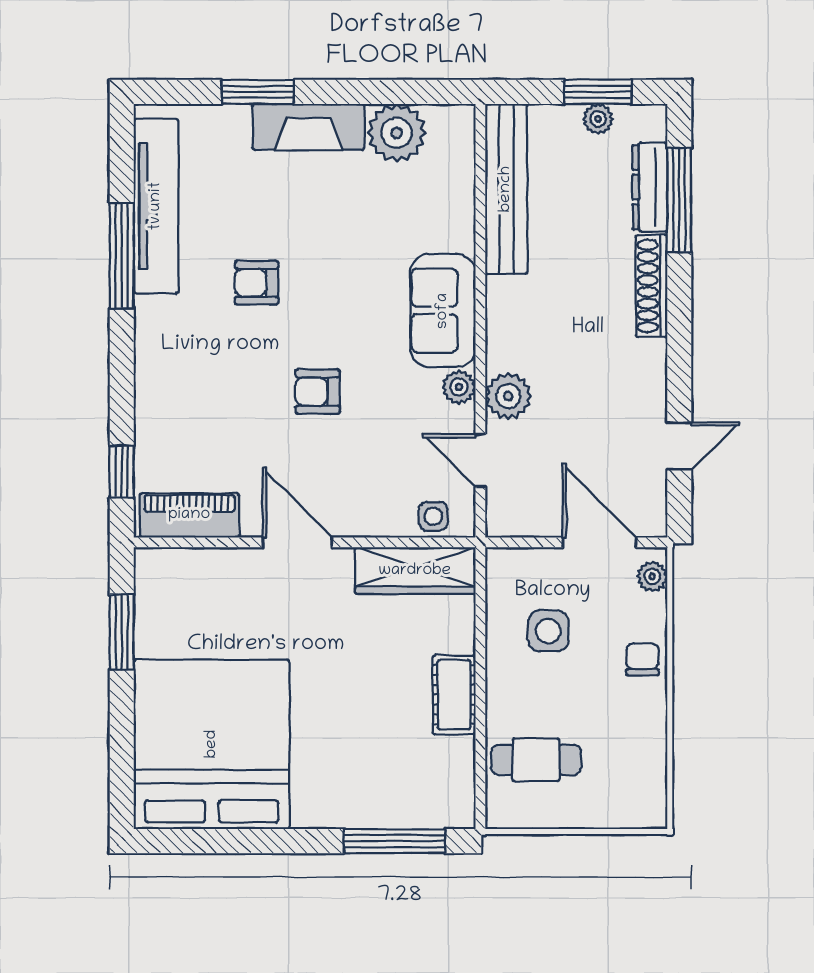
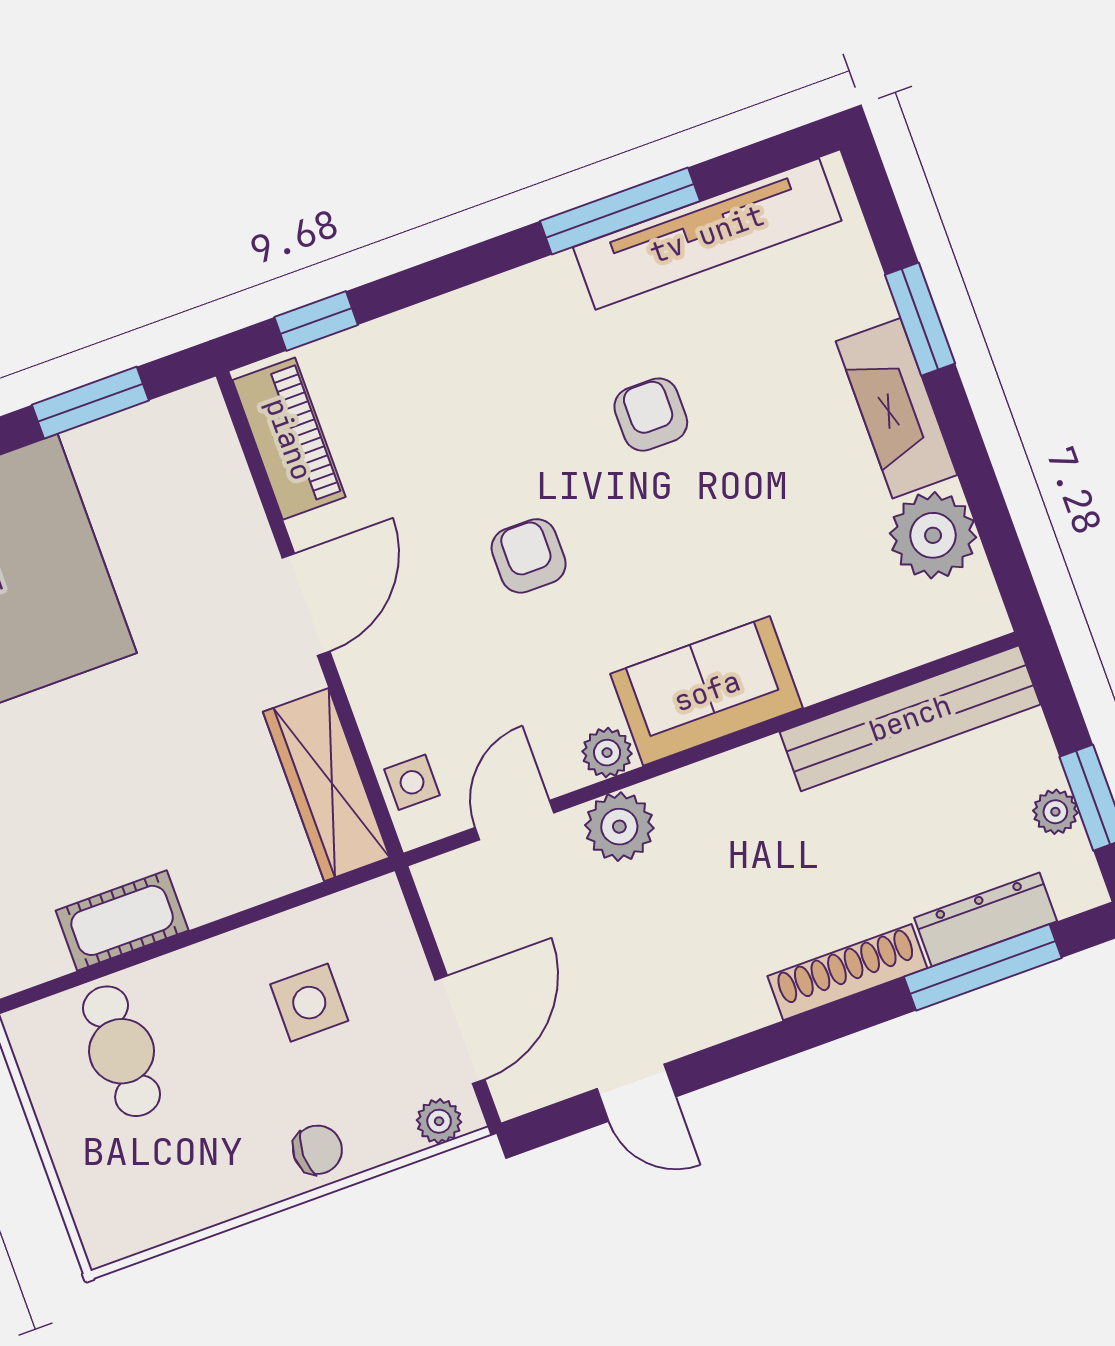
cot: (454, 695) -> (122, 920), moved

